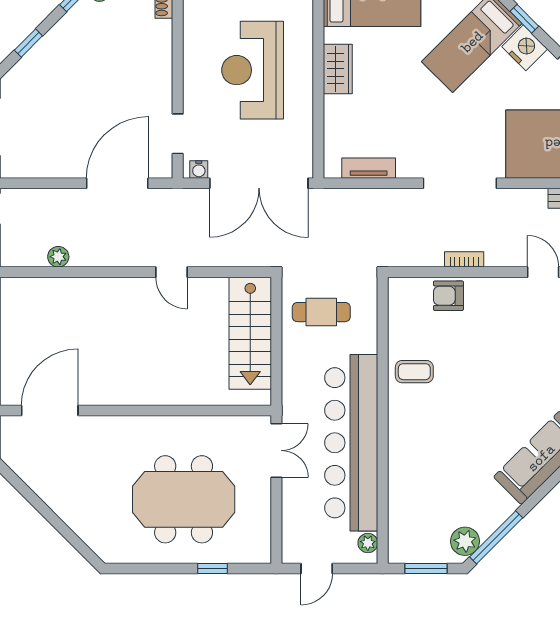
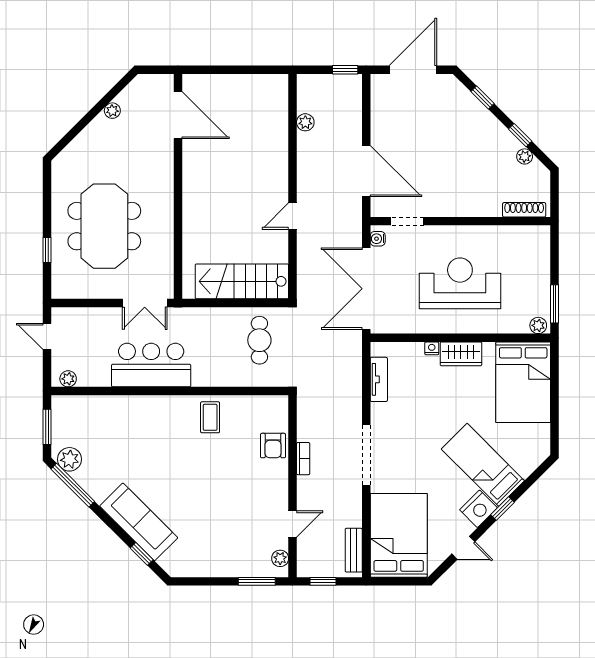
nightstand: (331, 104) -> (432, 348), added
armchair: (448, 296) -> (273, 446), turned 180
bar counter: (351, 443) -> (151, 365), width x0.54
plant: (44, 490) -> (112, 111), added

